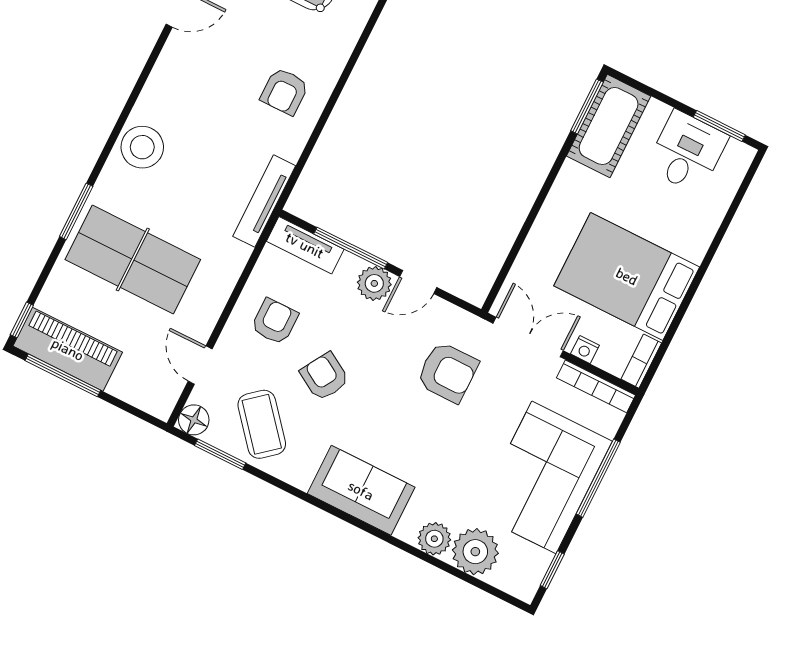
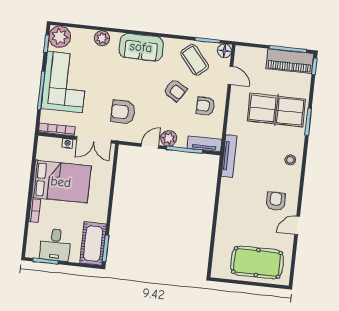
armchair: (285, 91) -> (276, 201), moved
stool: (142, 147) -> (290, 160), width x0.53, depth x0.53
armchair: (275, 322) -> (205, 106), turned 90
bookcase: (641, 361) -> (35, 211), moved
plant: (475, 552) -> (60, 37), moved

